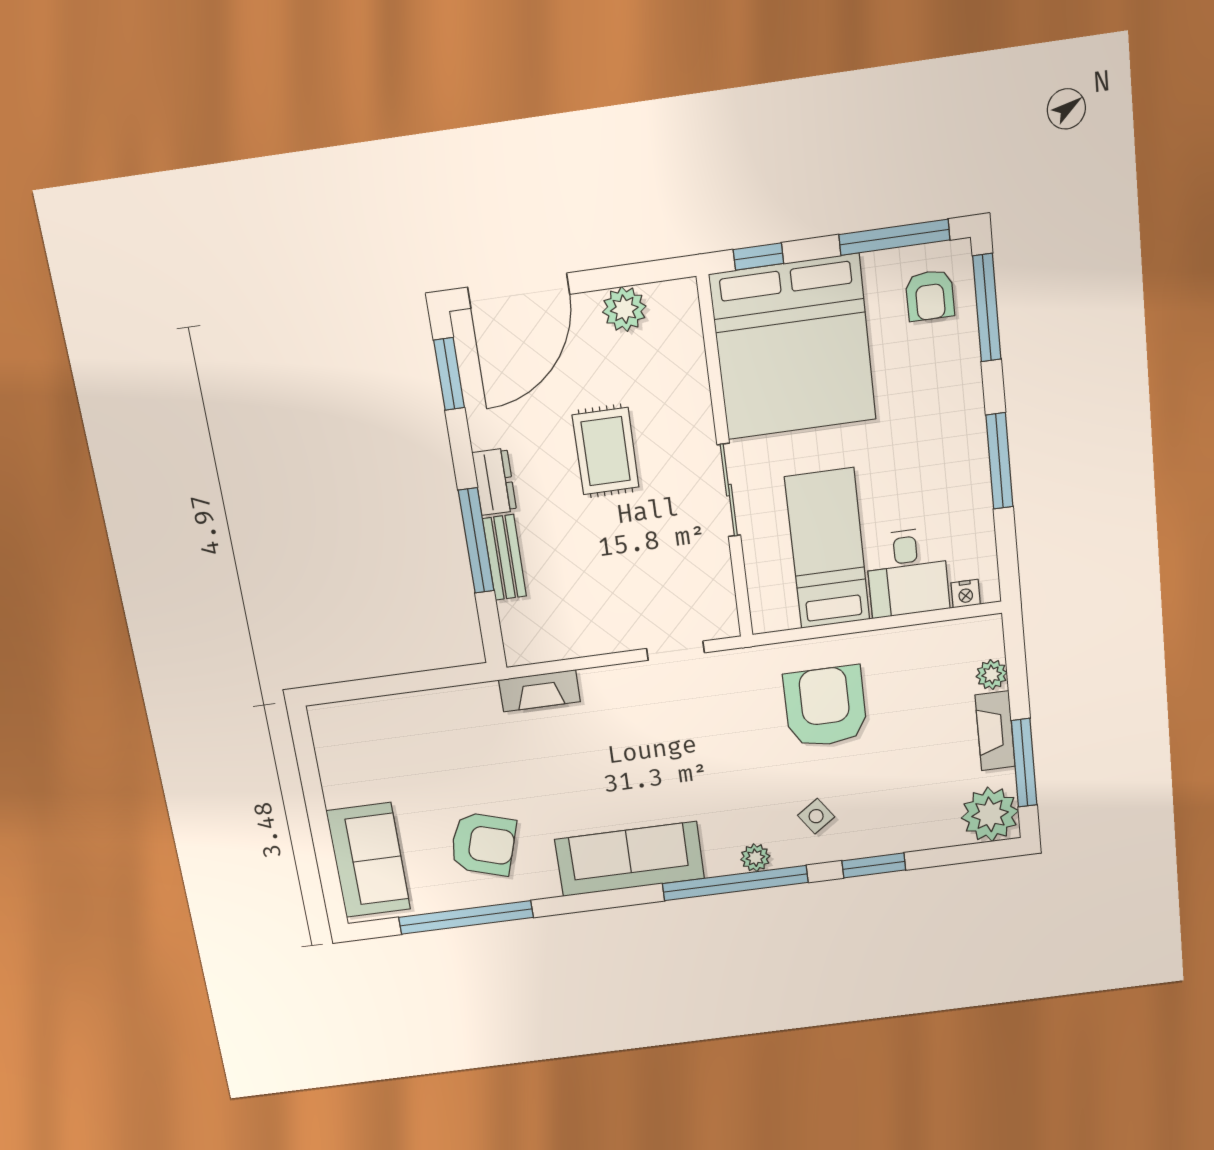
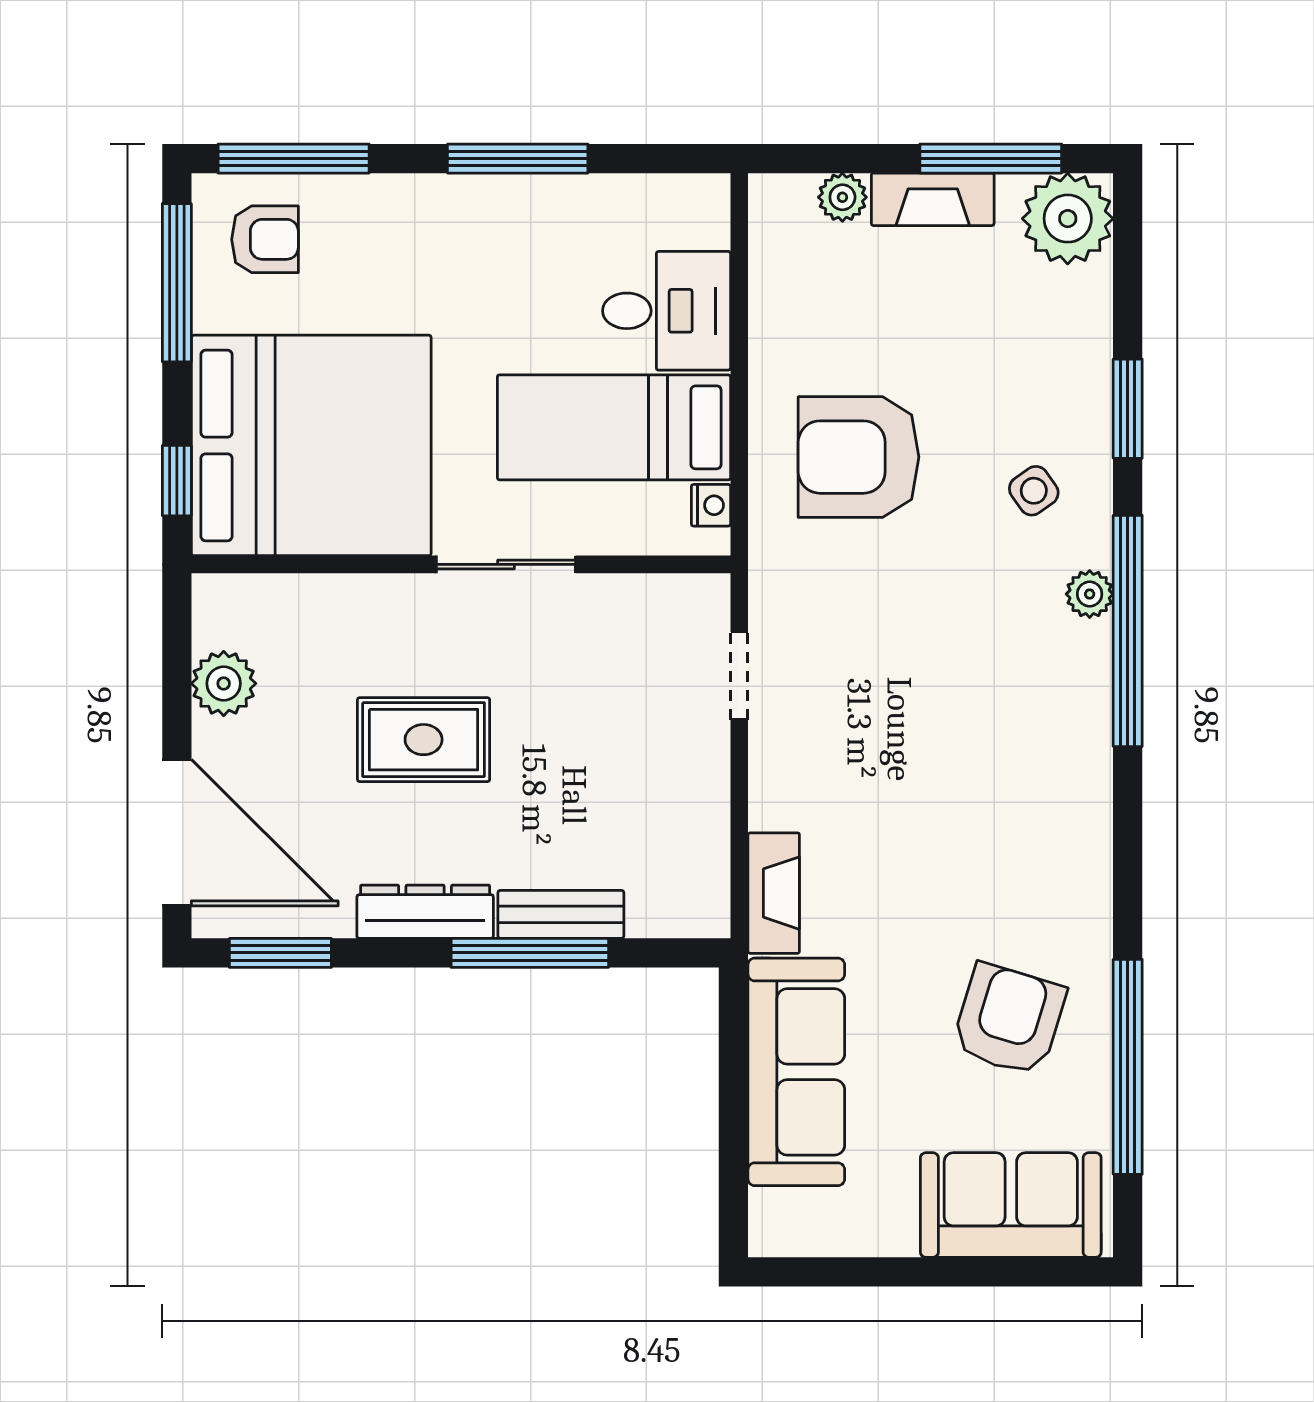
dresser: (494, 482) -> (425, 912), width x1.44
nightstand: (966, 594) -> (711, 505), moved
sofa: (629, 859) -> (796, 1072), moved, turned 180

